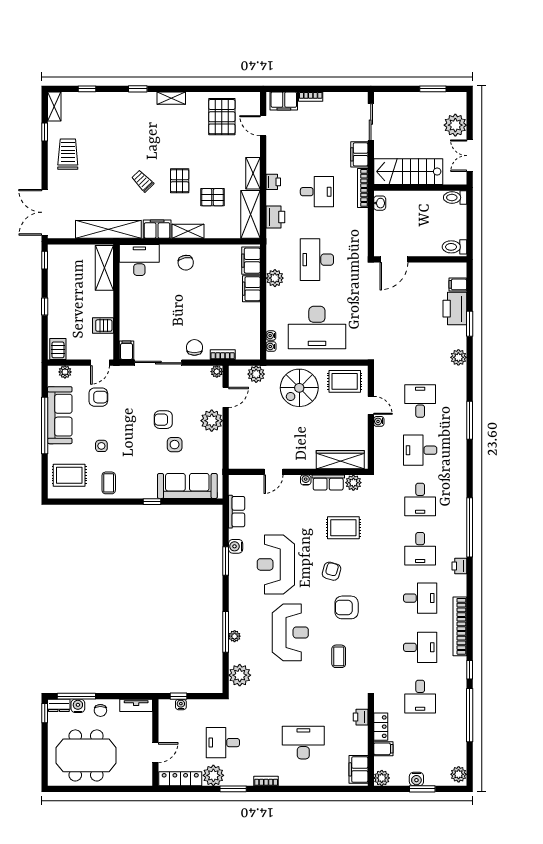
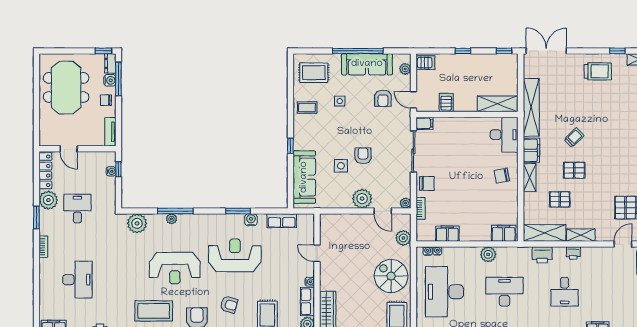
pallet: (213, 197) -> (560, 199), turned 90
filing cabinet: (251, 289) -> (447, 234), moved
rug: (69, 475) -> (314, 73), turned 90
coffee table: (339, 656) -> (154, 311), width x1.86, depth x1.72

